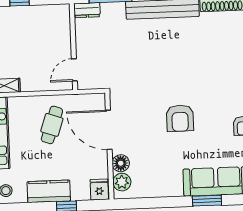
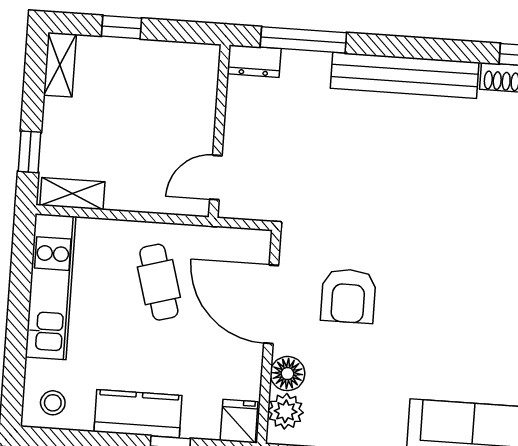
armchair: (180, 118) -> (348, 296), moved
cafe table: (52, 125) -> (159, 282), turned -35

